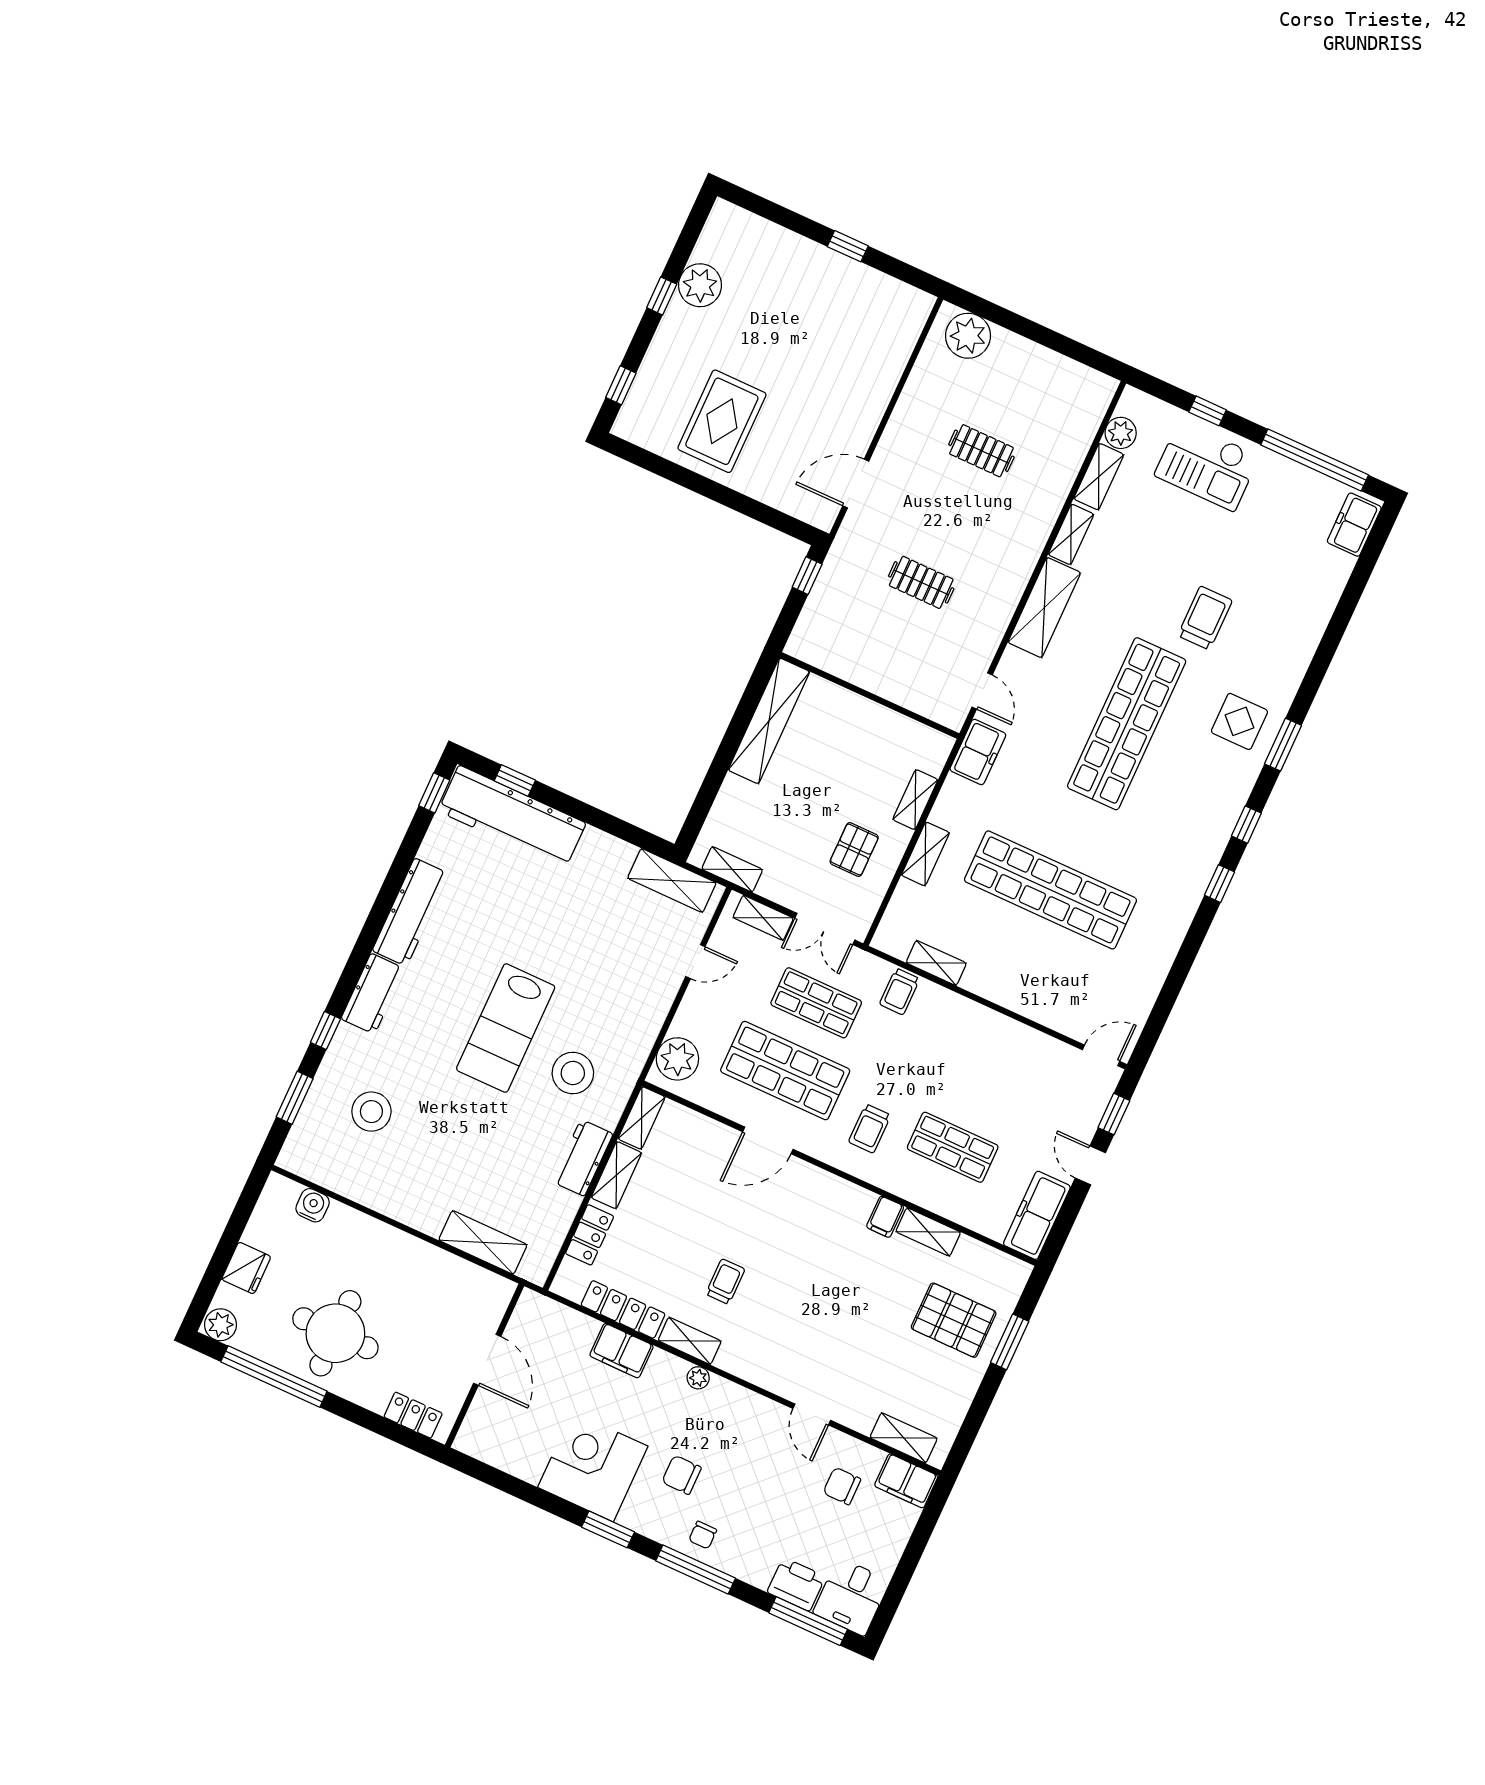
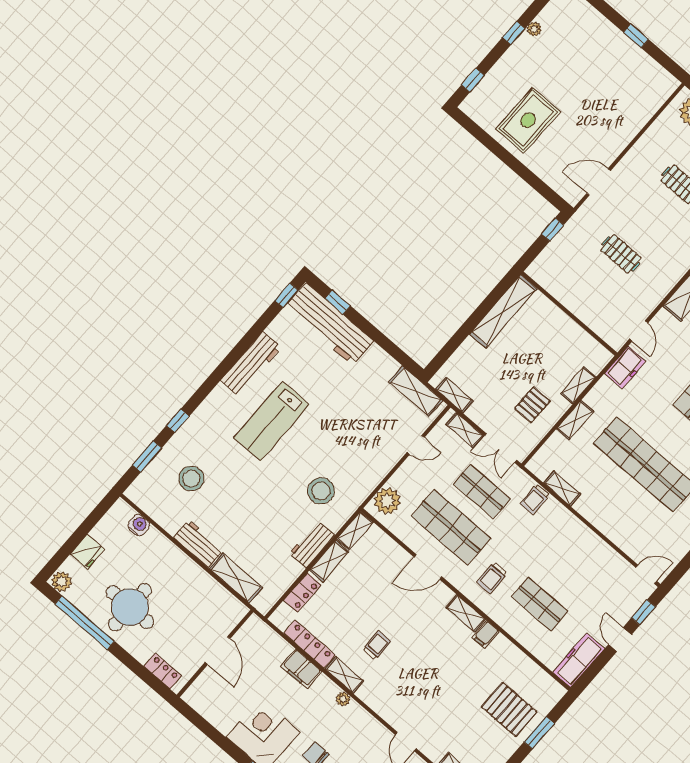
plant: (700, 285) -> (534, 29), width x0.53, depth x0.53
workbench: (373, 994) -> (198, 544), moved, turned -90
lab bench: (506, 1028) -> (272, 421), moved
shelving: (928, 1232) -> (466, 613), moved

